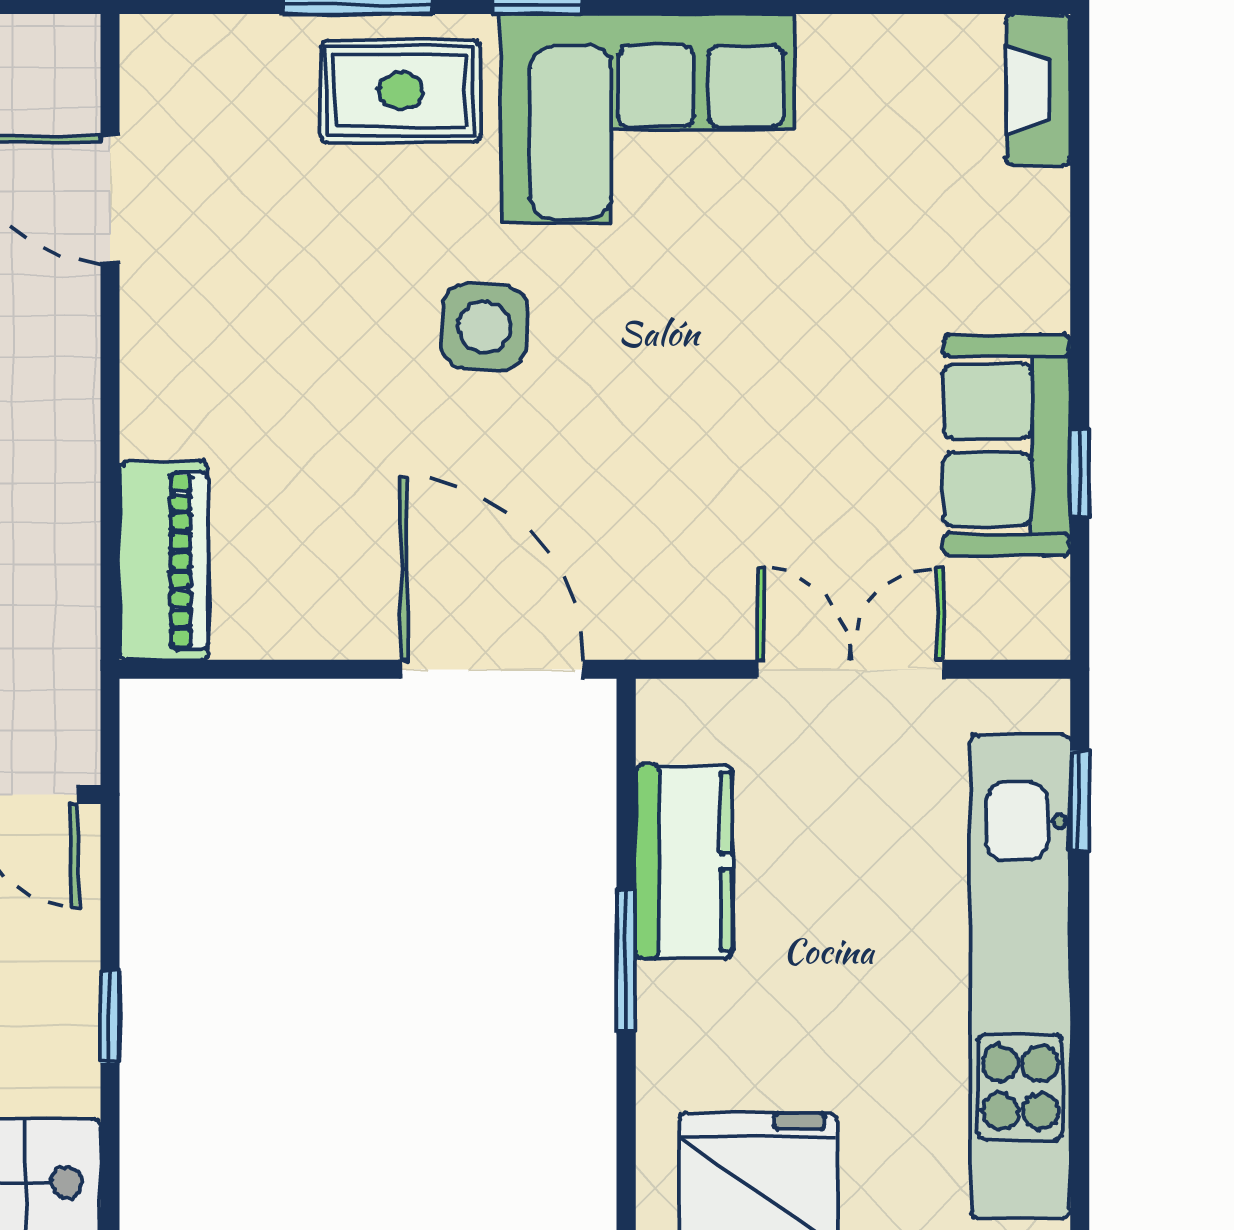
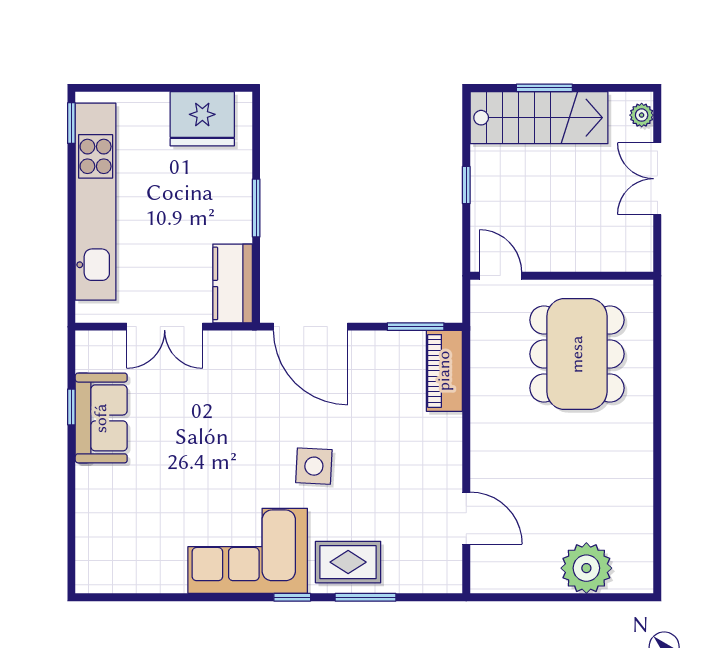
fireplace: (1038, 90) -> (88, 563), removed
window: (234, 669) -> (416, 327), added
window: (1080, 801) -> (71, 123), moved
kitchen counter: (684, 861) -> (233, 283), moved

